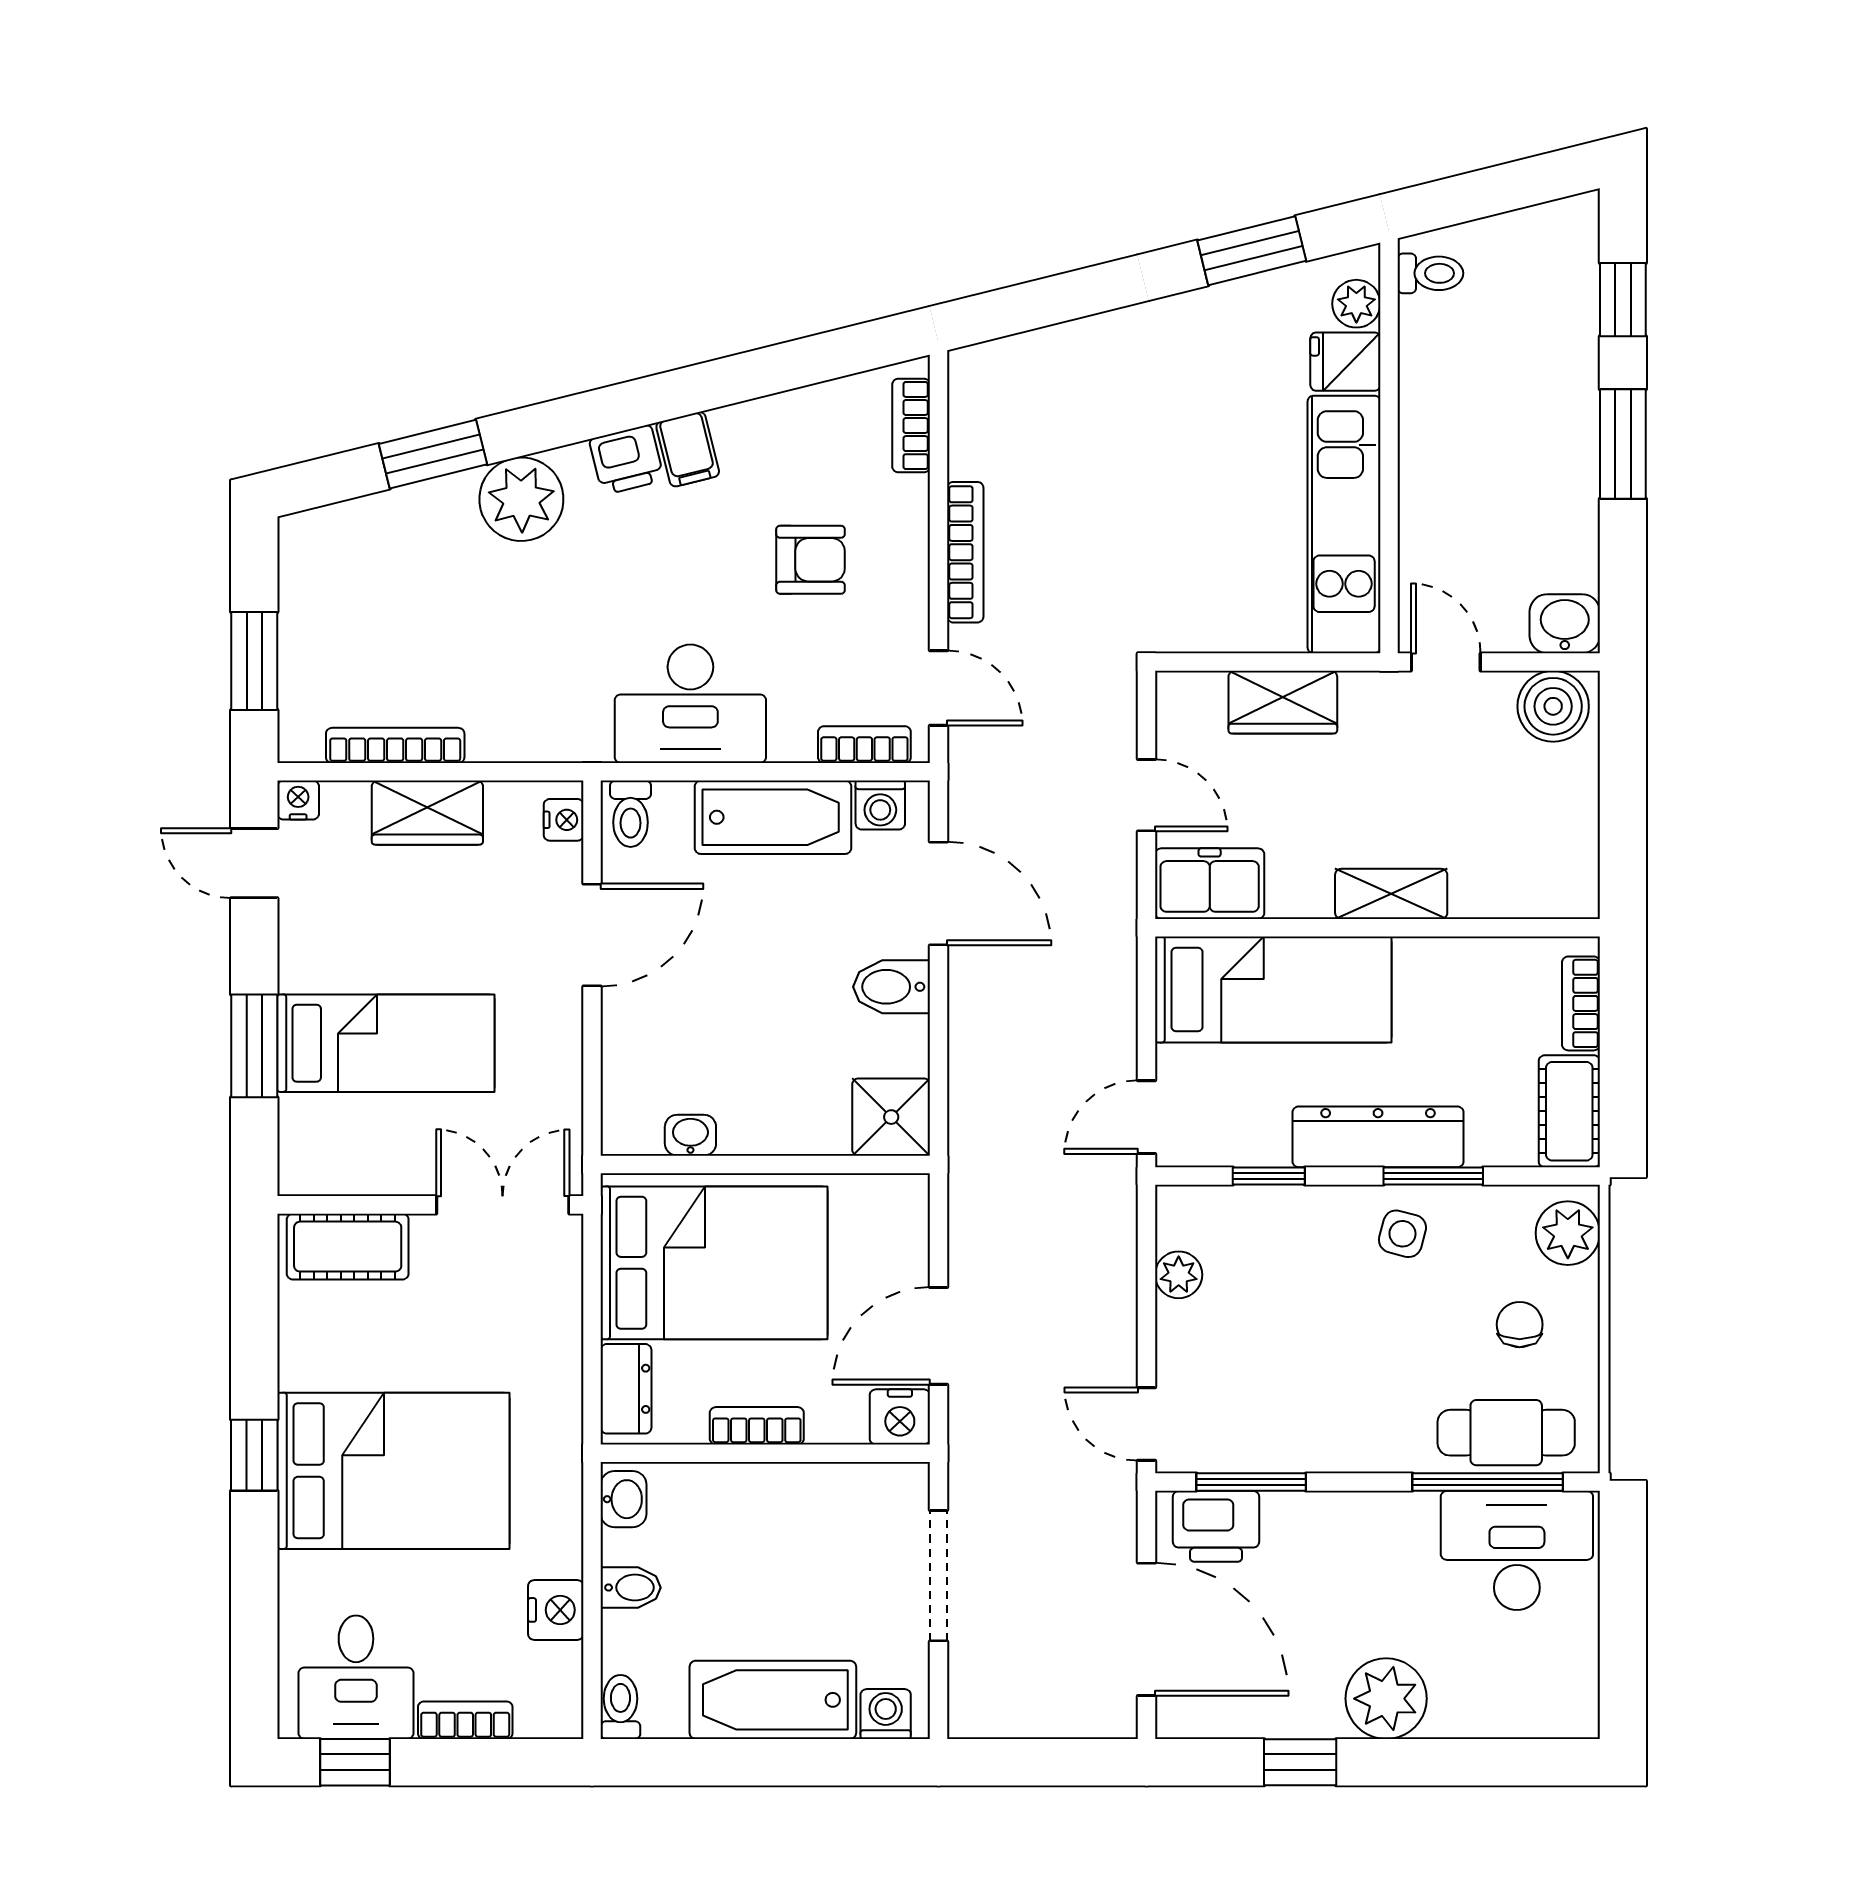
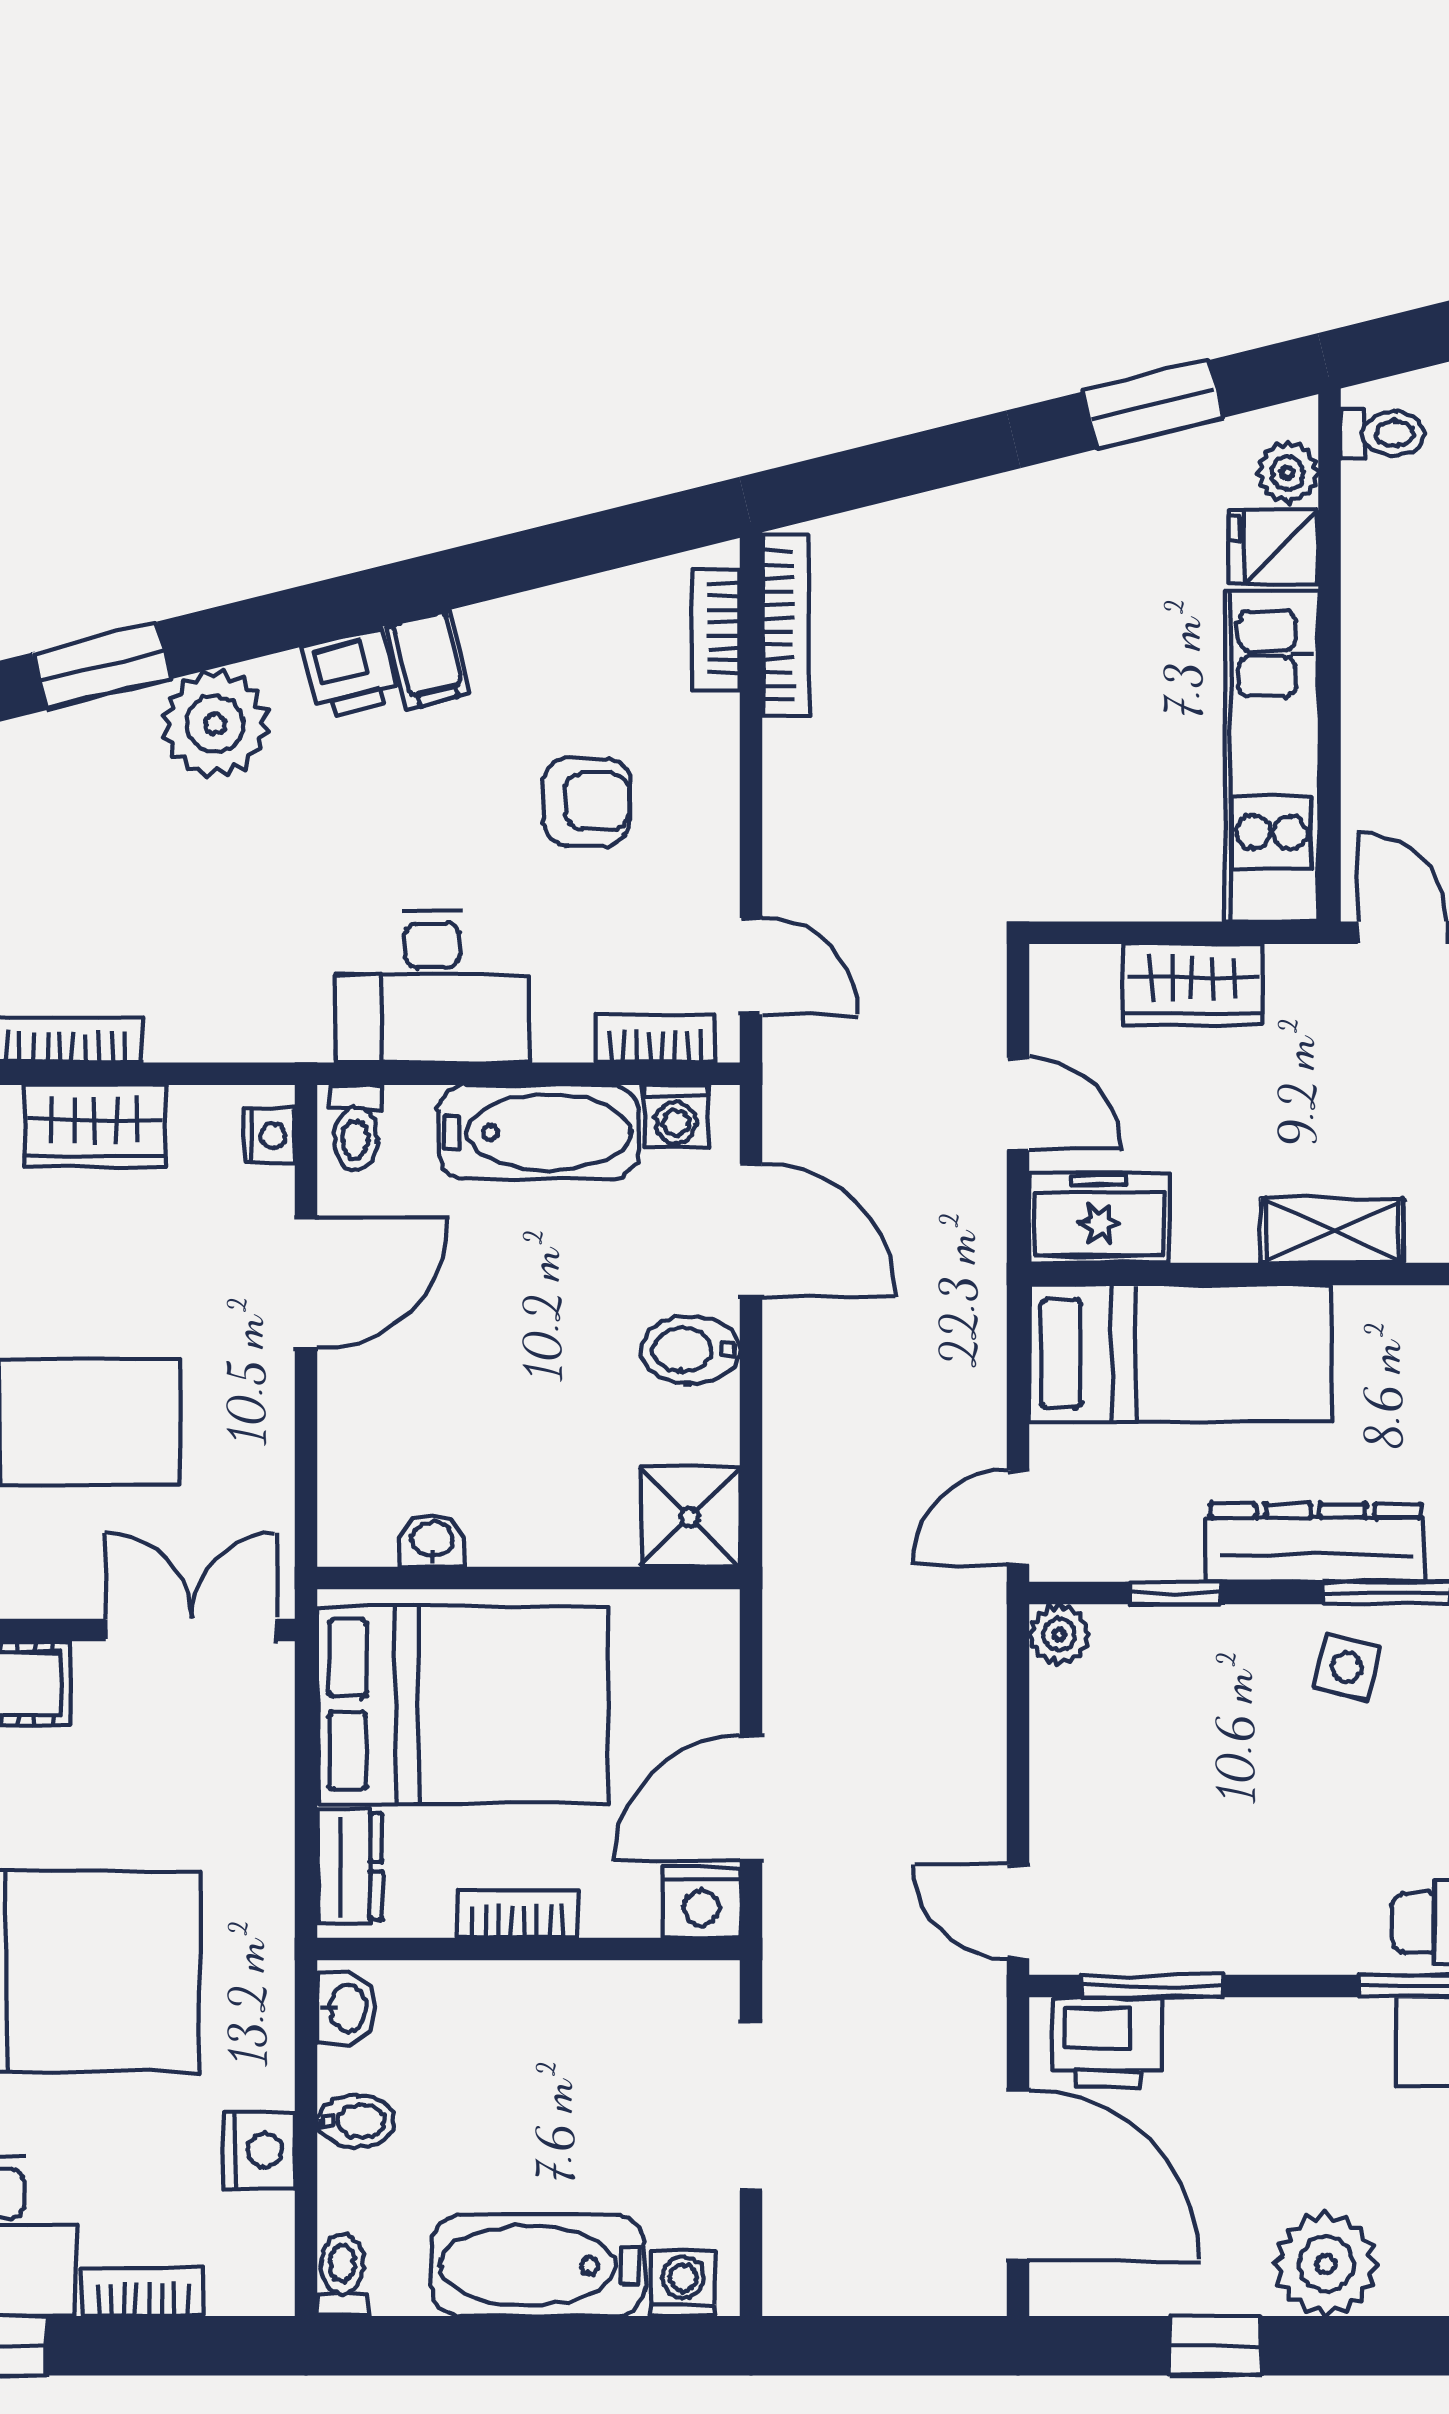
bookcase: (965, 552) -> (785, 625), moved
plant: (1179, 1275) -> (1059, 1634), moved

